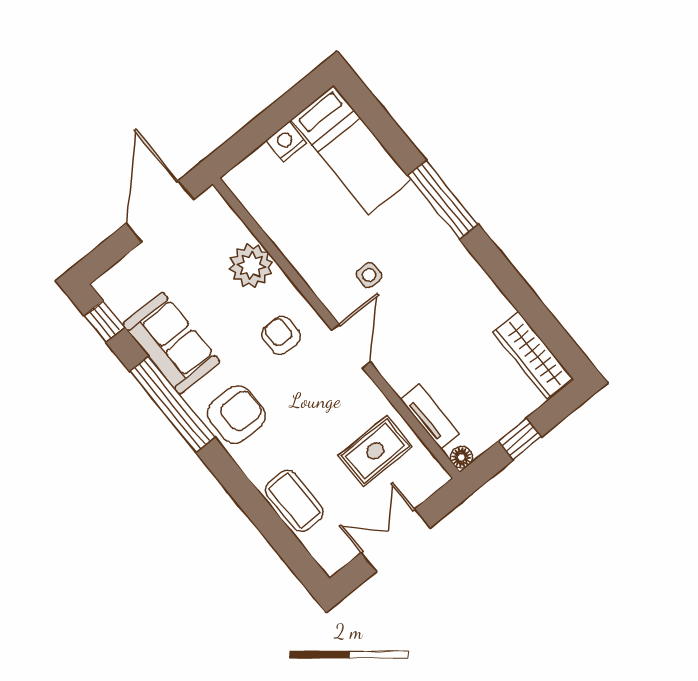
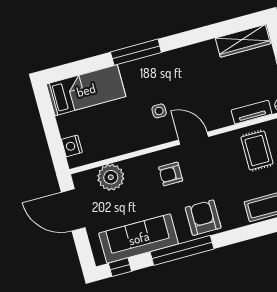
nightstand: (286, 142) -> (72, 146), moved
plant: (251, 266) -> (111, 177), moved
sofa: (171, 343) -> (139, 238), width x1.36

